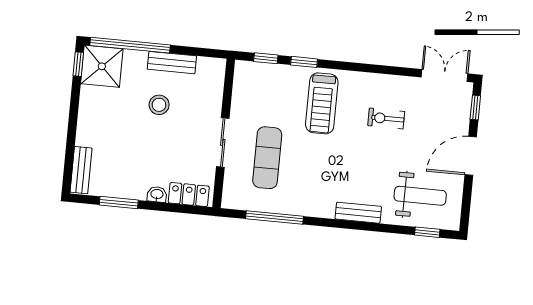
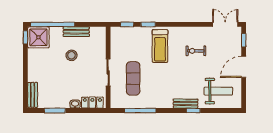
window: (427, 232) -> (193, 111), moved

